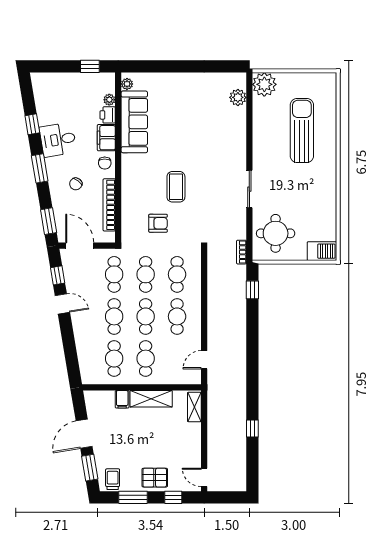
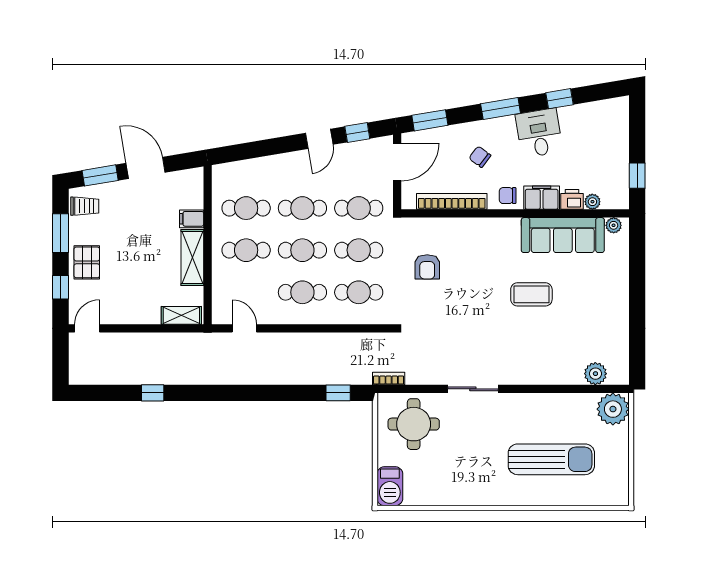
coffee table: (176, 187) -> (531, 294), moved

